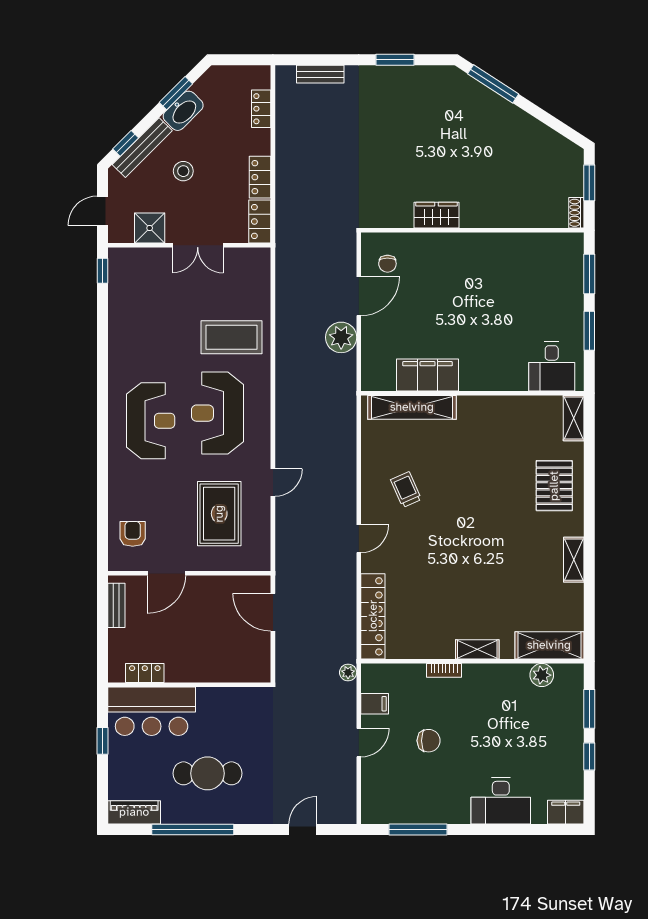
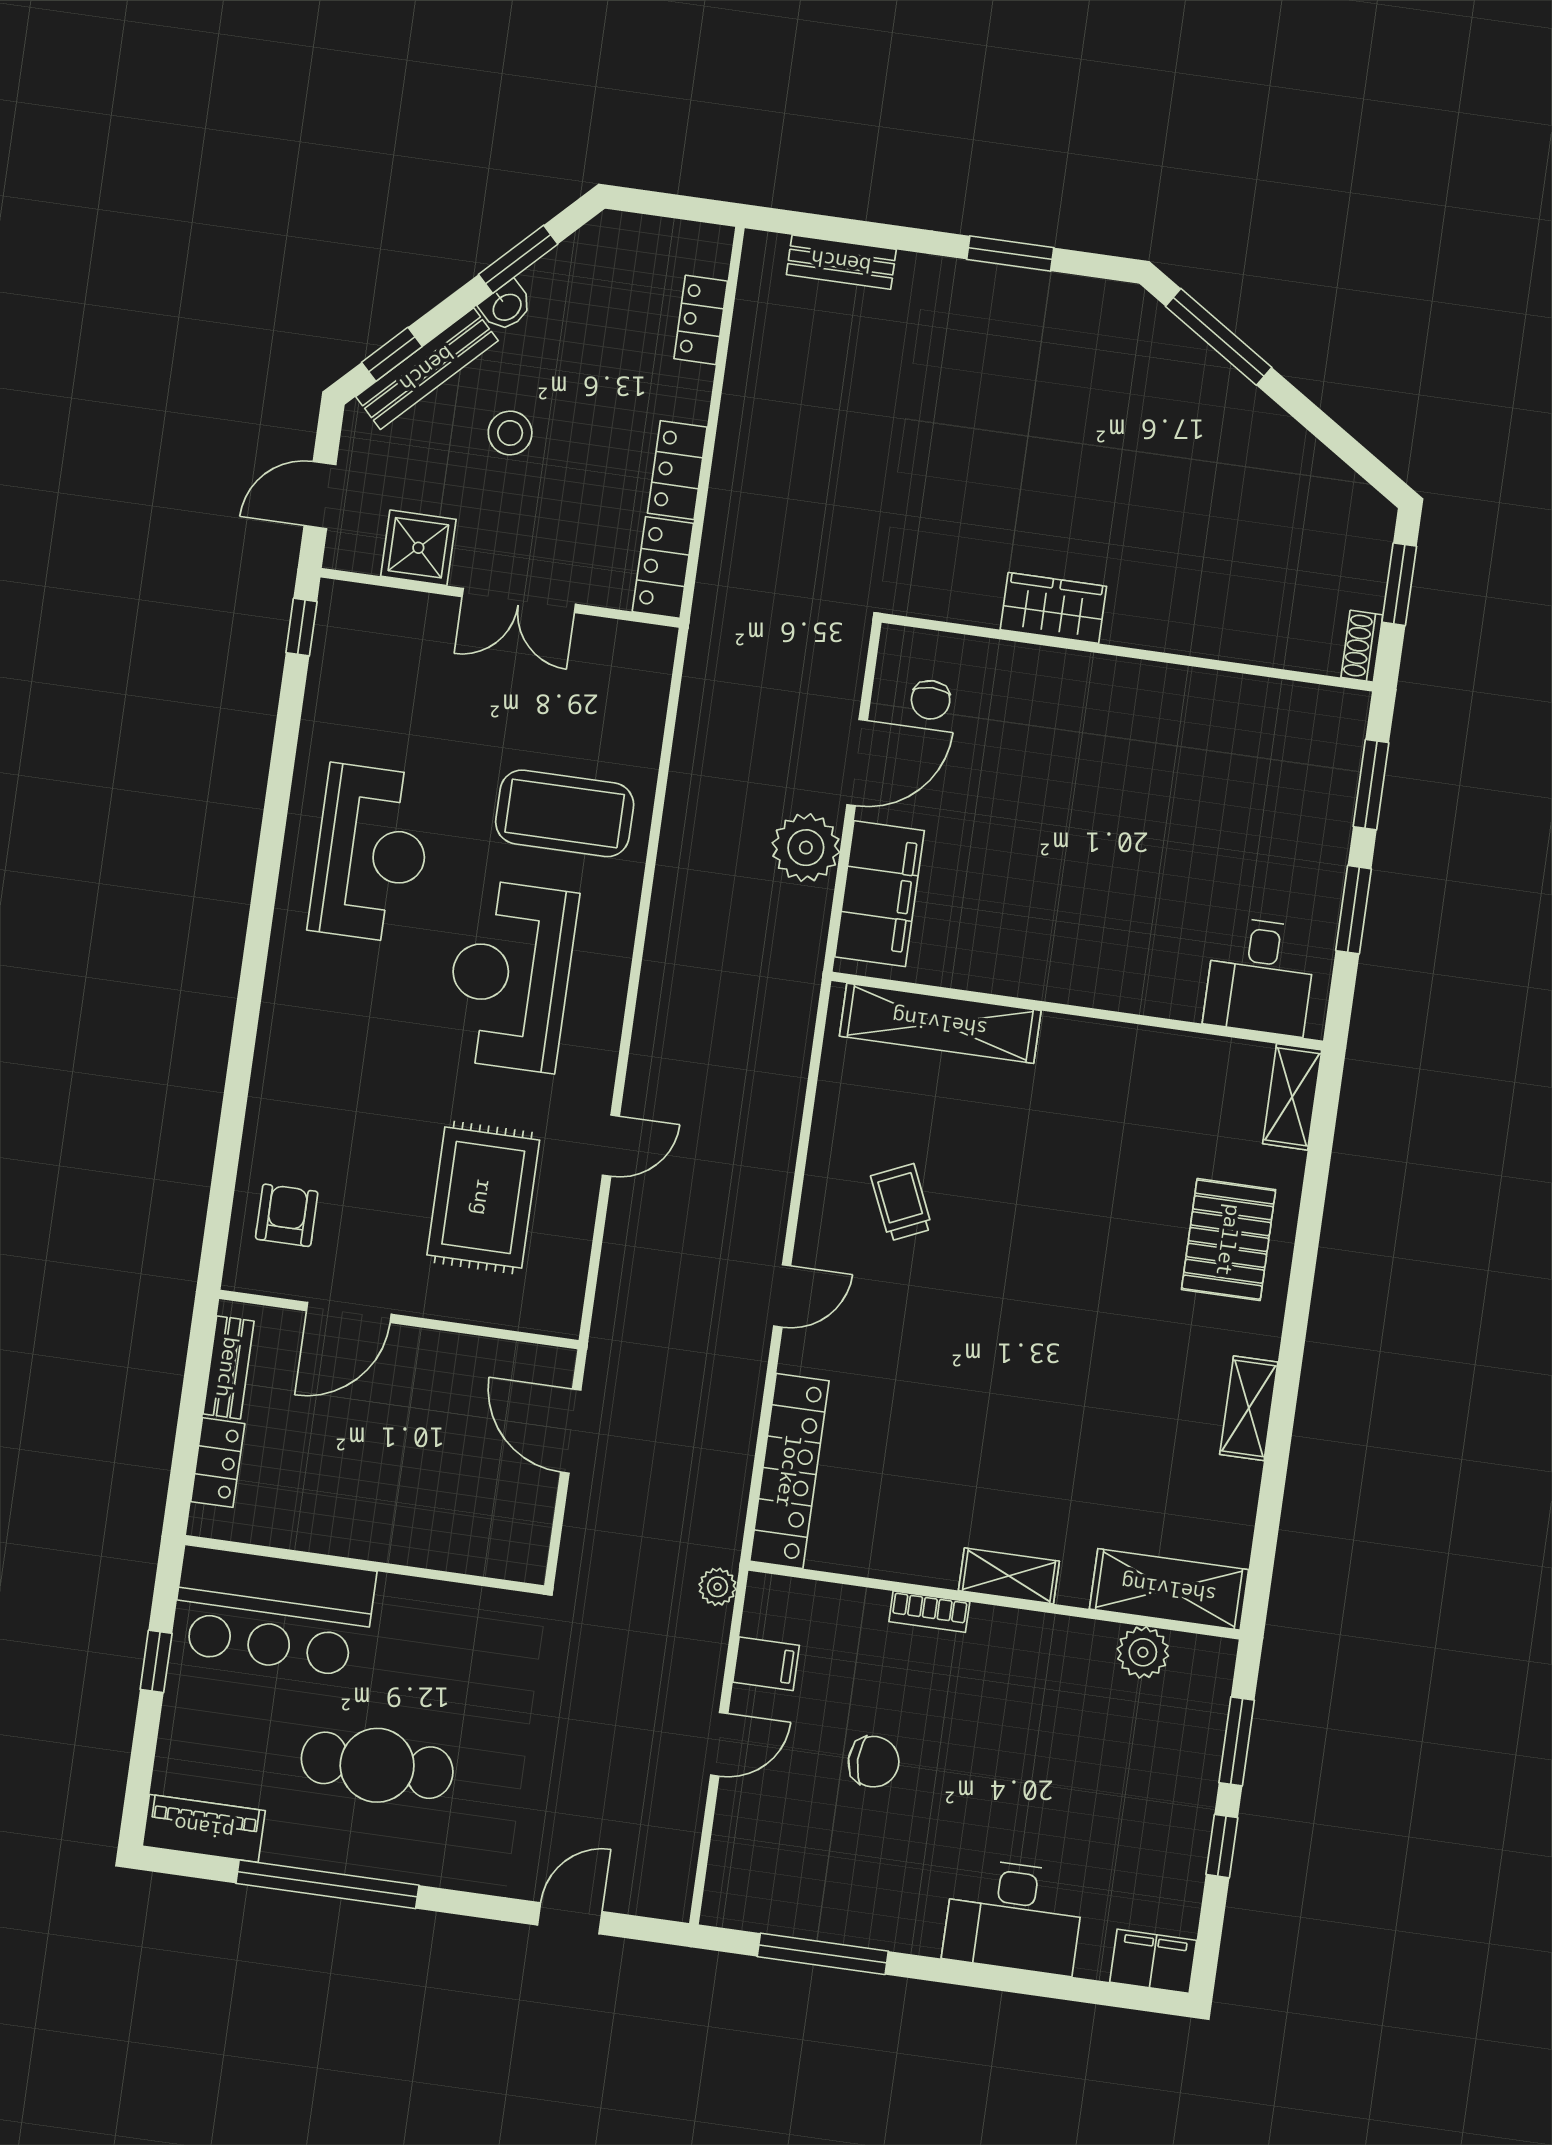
washbasin: (183, 111) -> (506, 306), width x0.52, depth x0.69
filing cabinet: (428, 375) -> (880, 894), moved, turned 90
reception desk: (151, 421) -> (371, 853), moved
locker: (145, 673) -> (218, 1463), moved, turned 90

